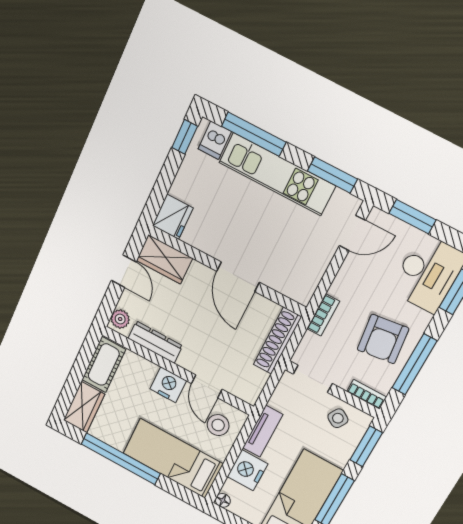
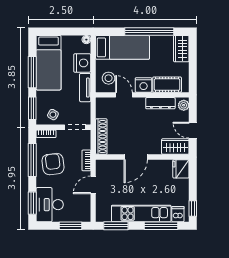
door: (352, 233) -> (93, 185), moved
door: (238, 277) -> (136, 157), swing flipped
cot: (104, 365) -> (167, 85), moved, turned 90

